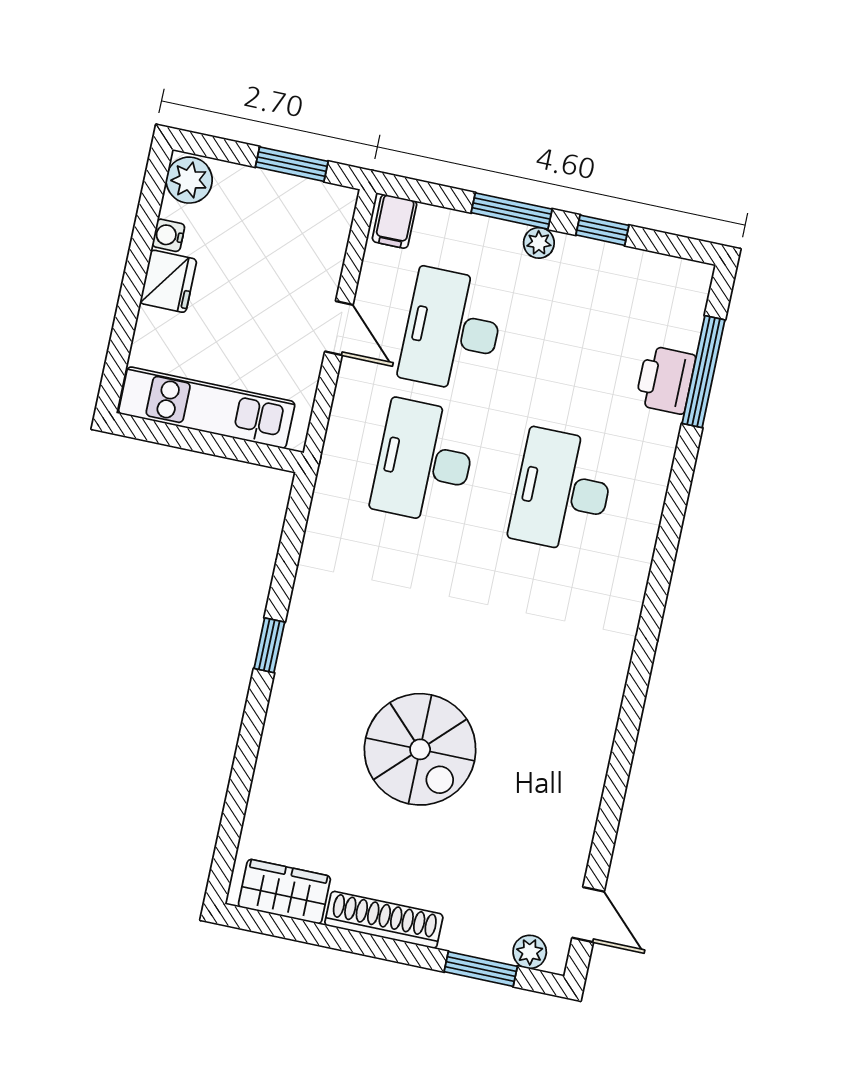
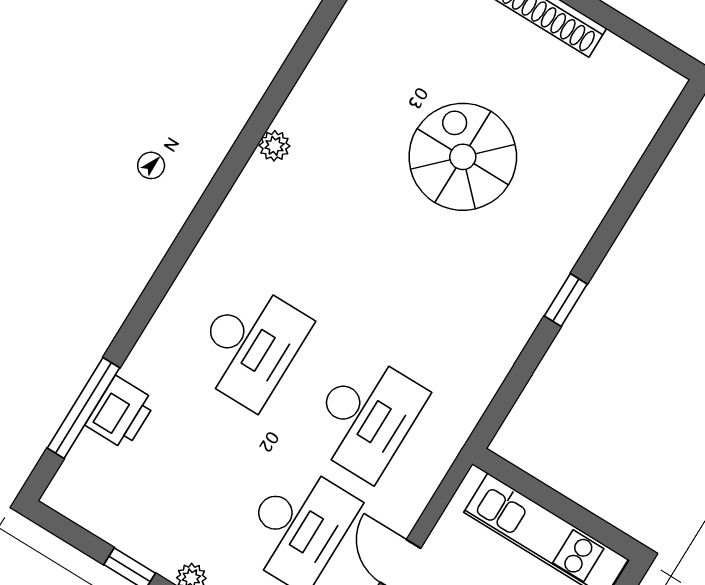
plant: (608, 695) -> (274, 146), added
wardrobe: (284, 892) -> (632, 72), removed

